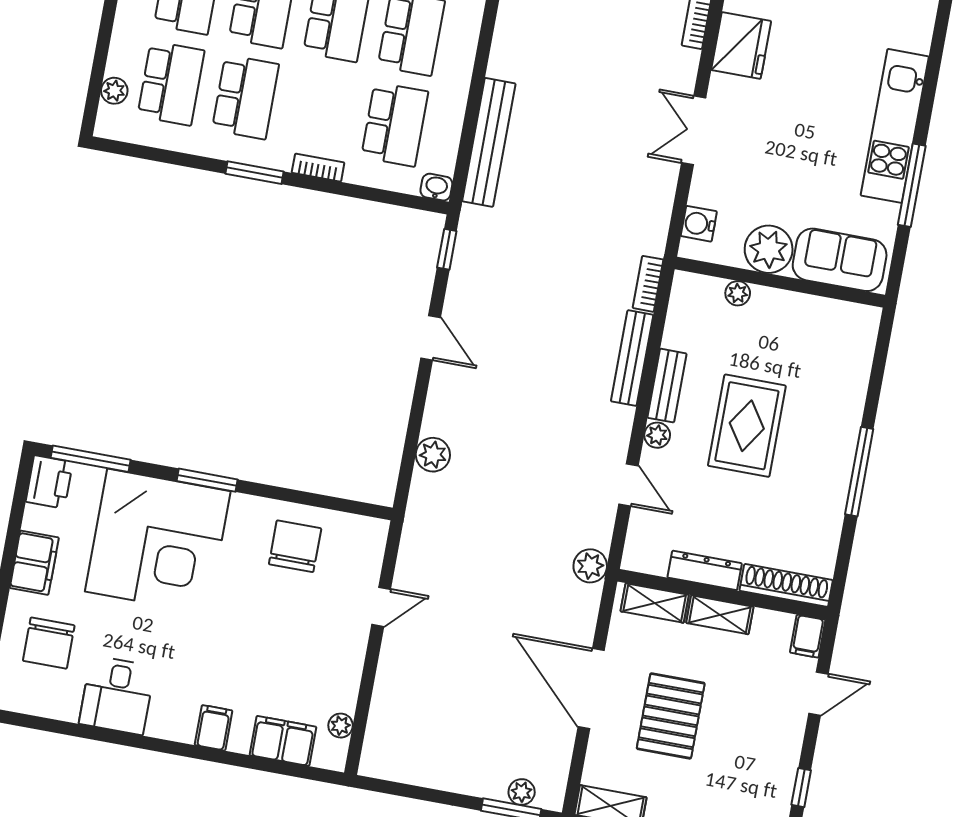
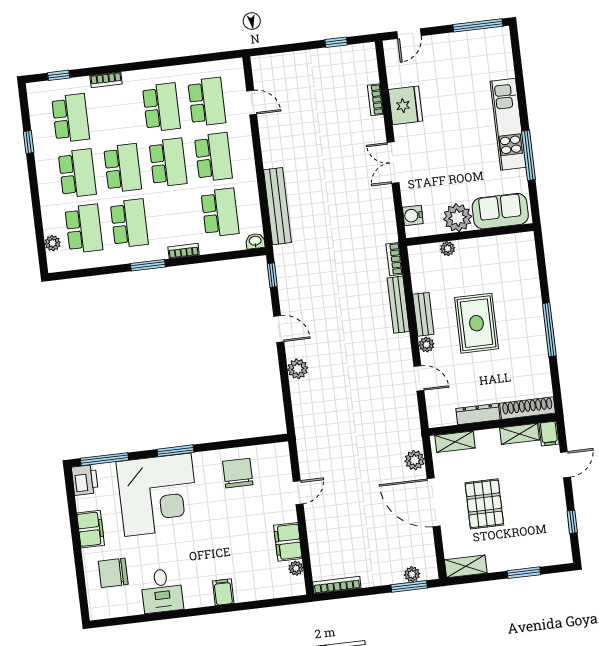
plant: (433, 455) -> (298, 369), moved
plant: (590, 566) -> (415, 460), moved
shelving: (720, 615) -> (519, 434), moved
chair: (49, 643) -> (113, 573), turned 90
filing cabinet: (283, 741) -> (288, 542), moved, turned -90
bookcase: (397, 772) -> (337, 585), added

